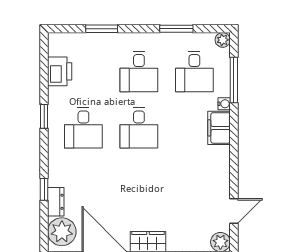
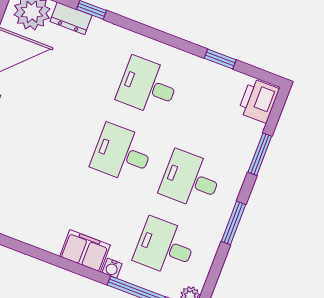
window: (176, 29) -> (234, 223), moved
printer: (60, 71) -> (259, 101), moved, turned 90
window: (44, 116) -> (220, 59), moved

